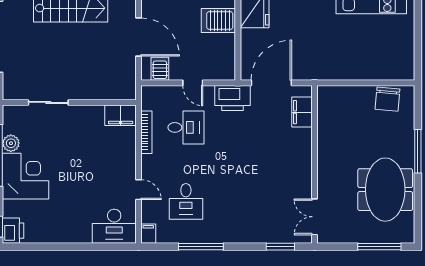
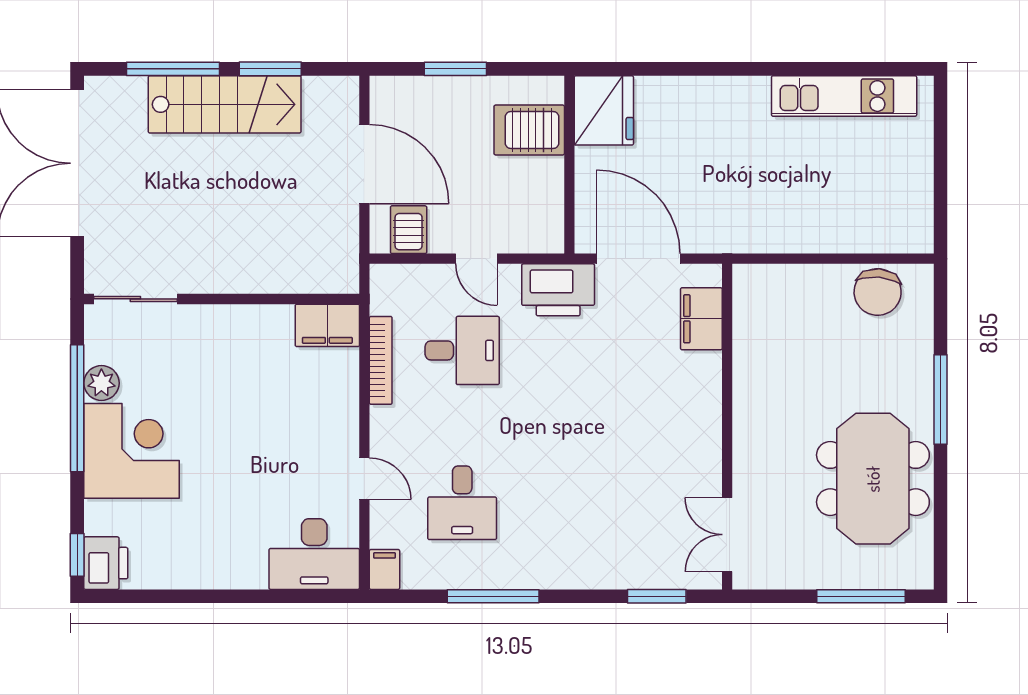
door: (271, 83) -> (638, 259), hinge flipped
sliding door: (48, 102) -> (135, 299), moved

